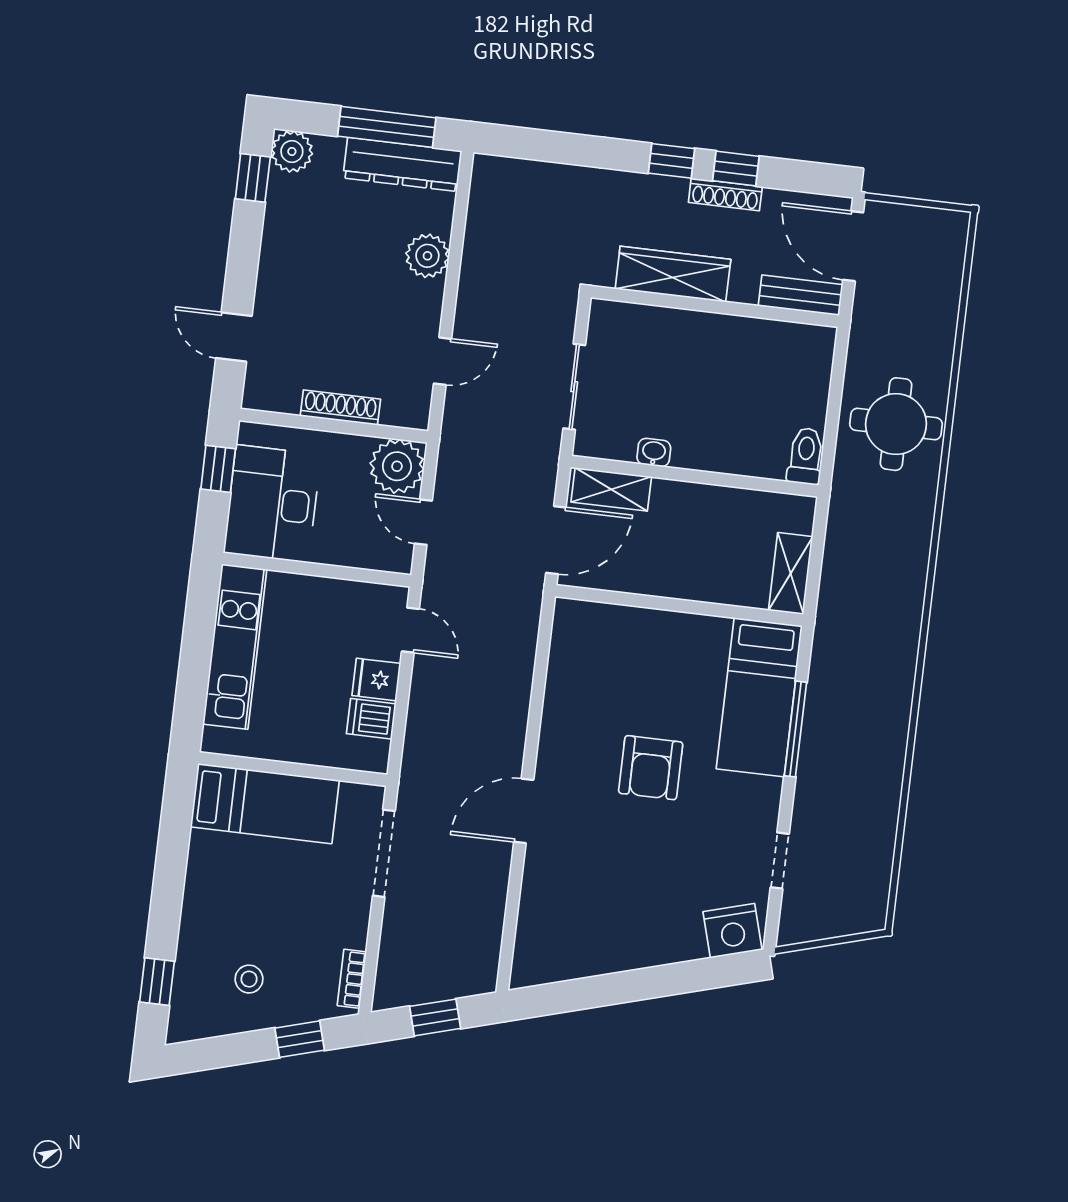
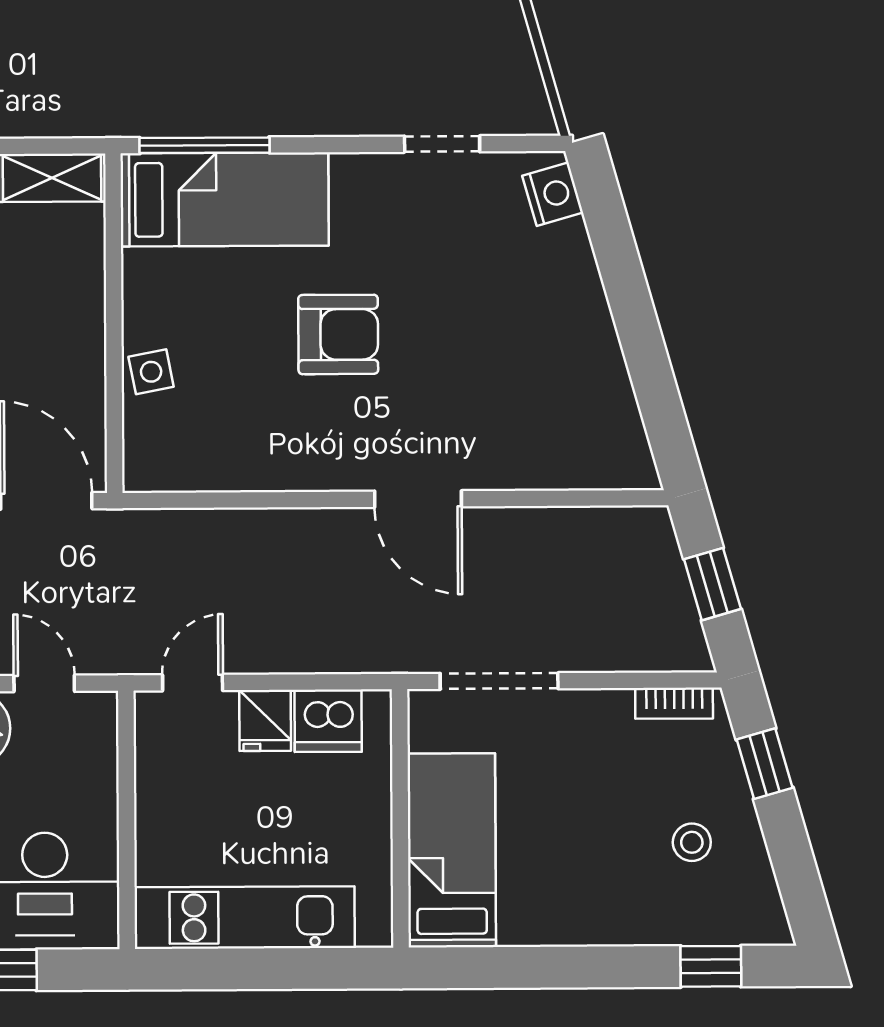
door: (423, 522) -> (44, 683), swing flipped
side table: (640, 628) -> (151, 372), added
dishwasher: (371, 719) -> (328, 721), width x1.38
window: (796, 729) -> (204, 145), moved
nightstand: (732, 931) -> (553, 194), width x0.74, depth x0.75

